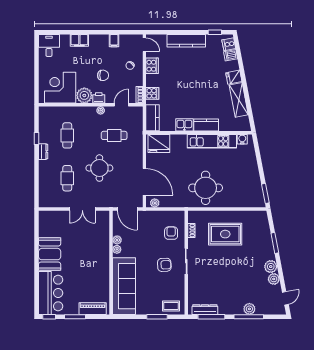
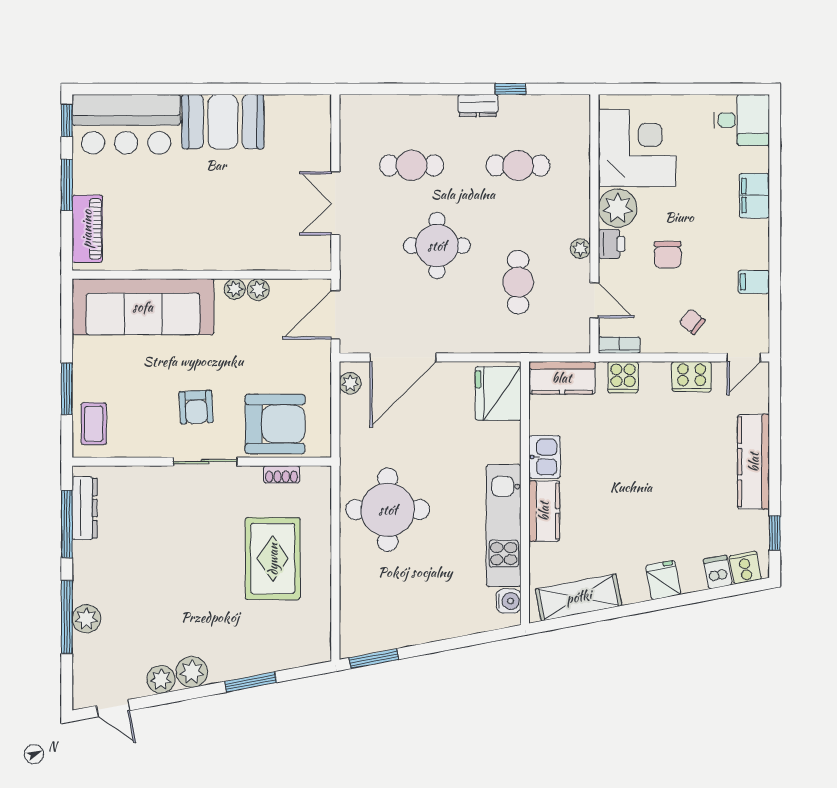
shelving: (239, 100) -> (579, 597), moved
armchair: (171, 233) -> (275, 424), width x1.88, depth x1.88

